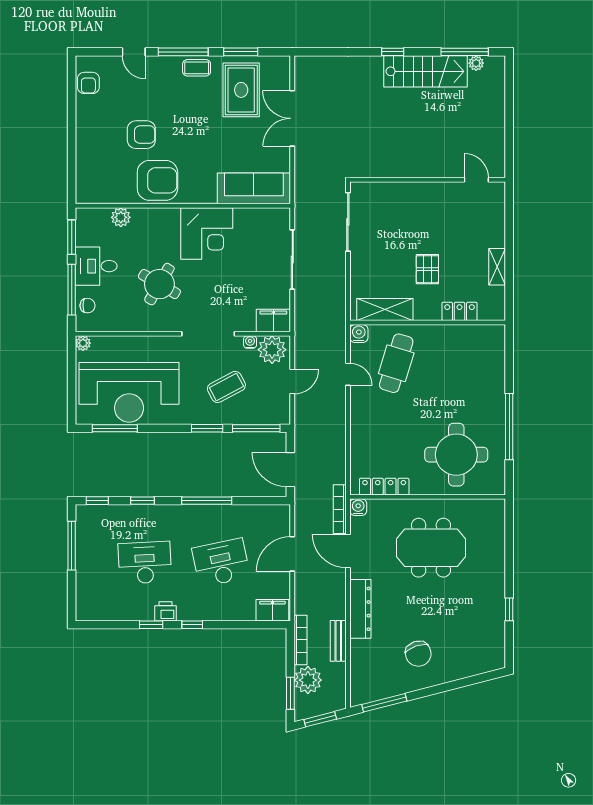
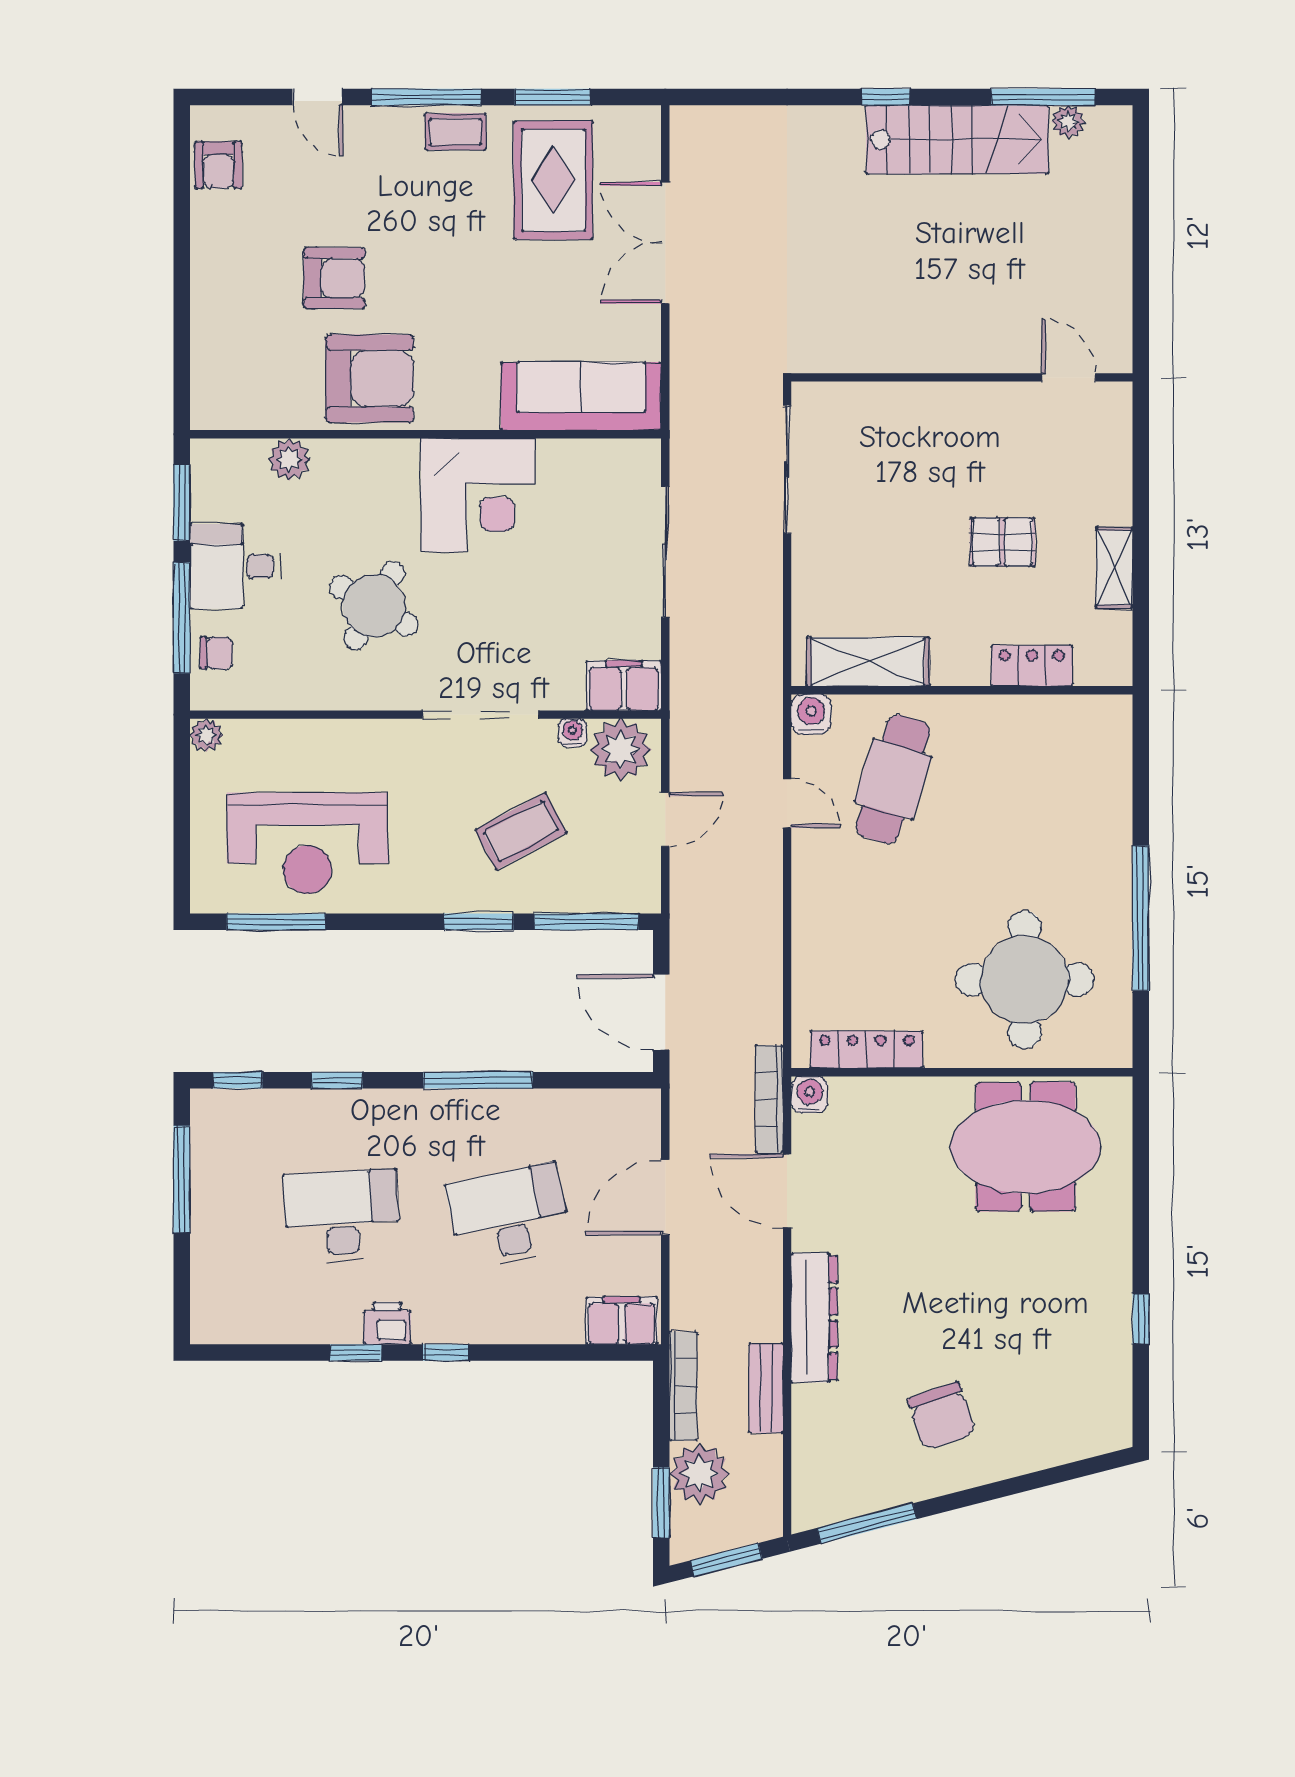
pallet: (427, 269) -> (1002, 542), moved, turned 90
reception desk: (129, 392) -> (307, 843), width x0.74, depth x0.77
meeting table: (431, 548) -> (1025, 1147), moved

